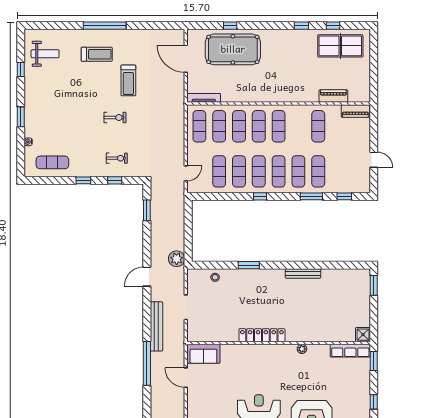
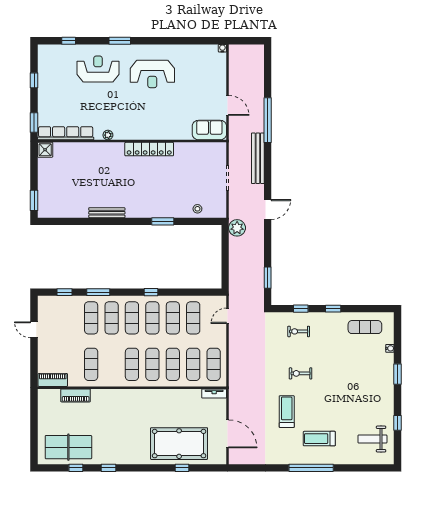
tv unit: (204, 98) -> (214, 394), width x0.71
row of seats: (350, 351) -> (66, 133), width x1.36

